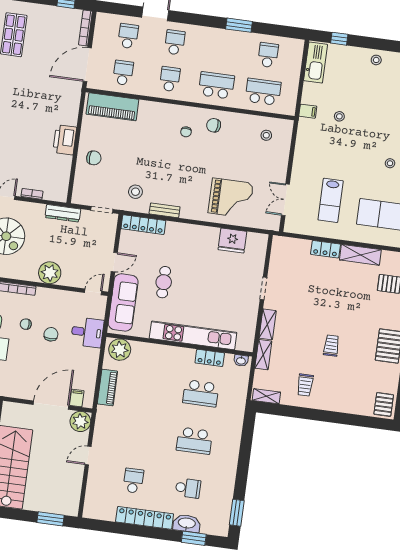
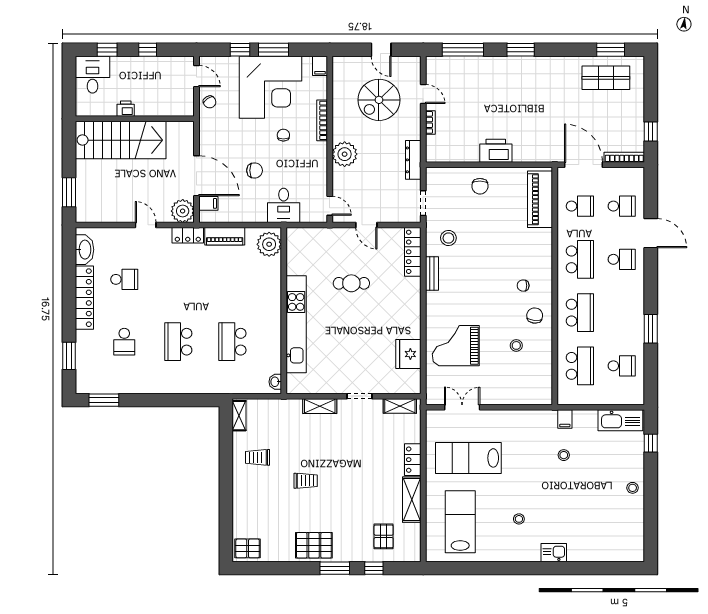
school desk: (170, 79) -> (580, 259), width x1.85
stool: (266, 135) -> (516, 345), moved
grand piano: (231, 198) -> (456, 346), turned 90
lab bench: (331, 200) -> (468, 458), width x1.36, depth x1.39
sofa: (123, 302) -> (322, 241), removed
chair: (51, 334) -> (255, 170), moved
shelving: (263, 355) -> (400, 406), moved
locker: (210, 358) -> (188, 235), moved, turned -90
washbasin: (187, 523) -> (84, 250), moved

